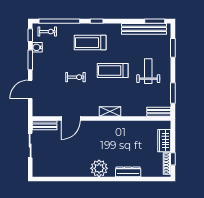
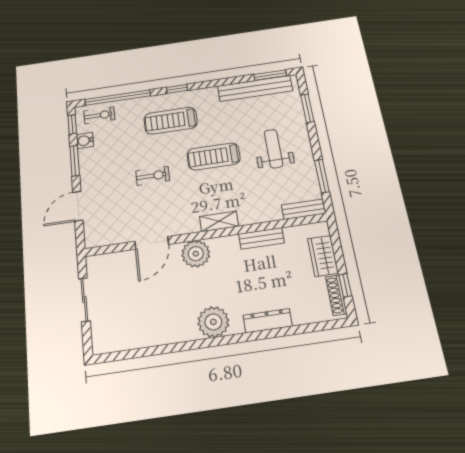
bench: (45, 125) -> (261, 238), moved
plant: (95, 129) -> (196, 254), added

